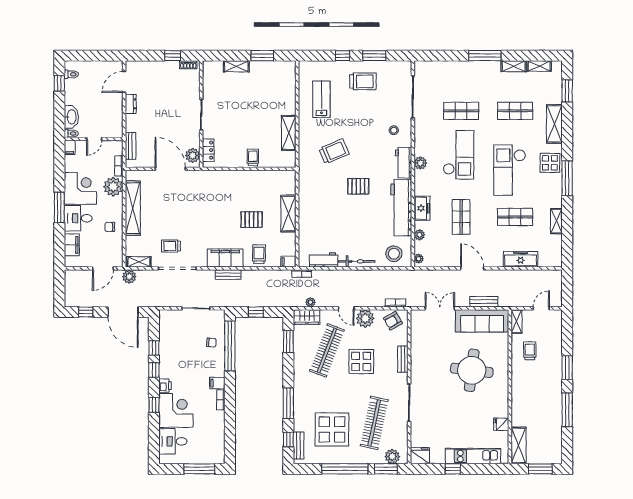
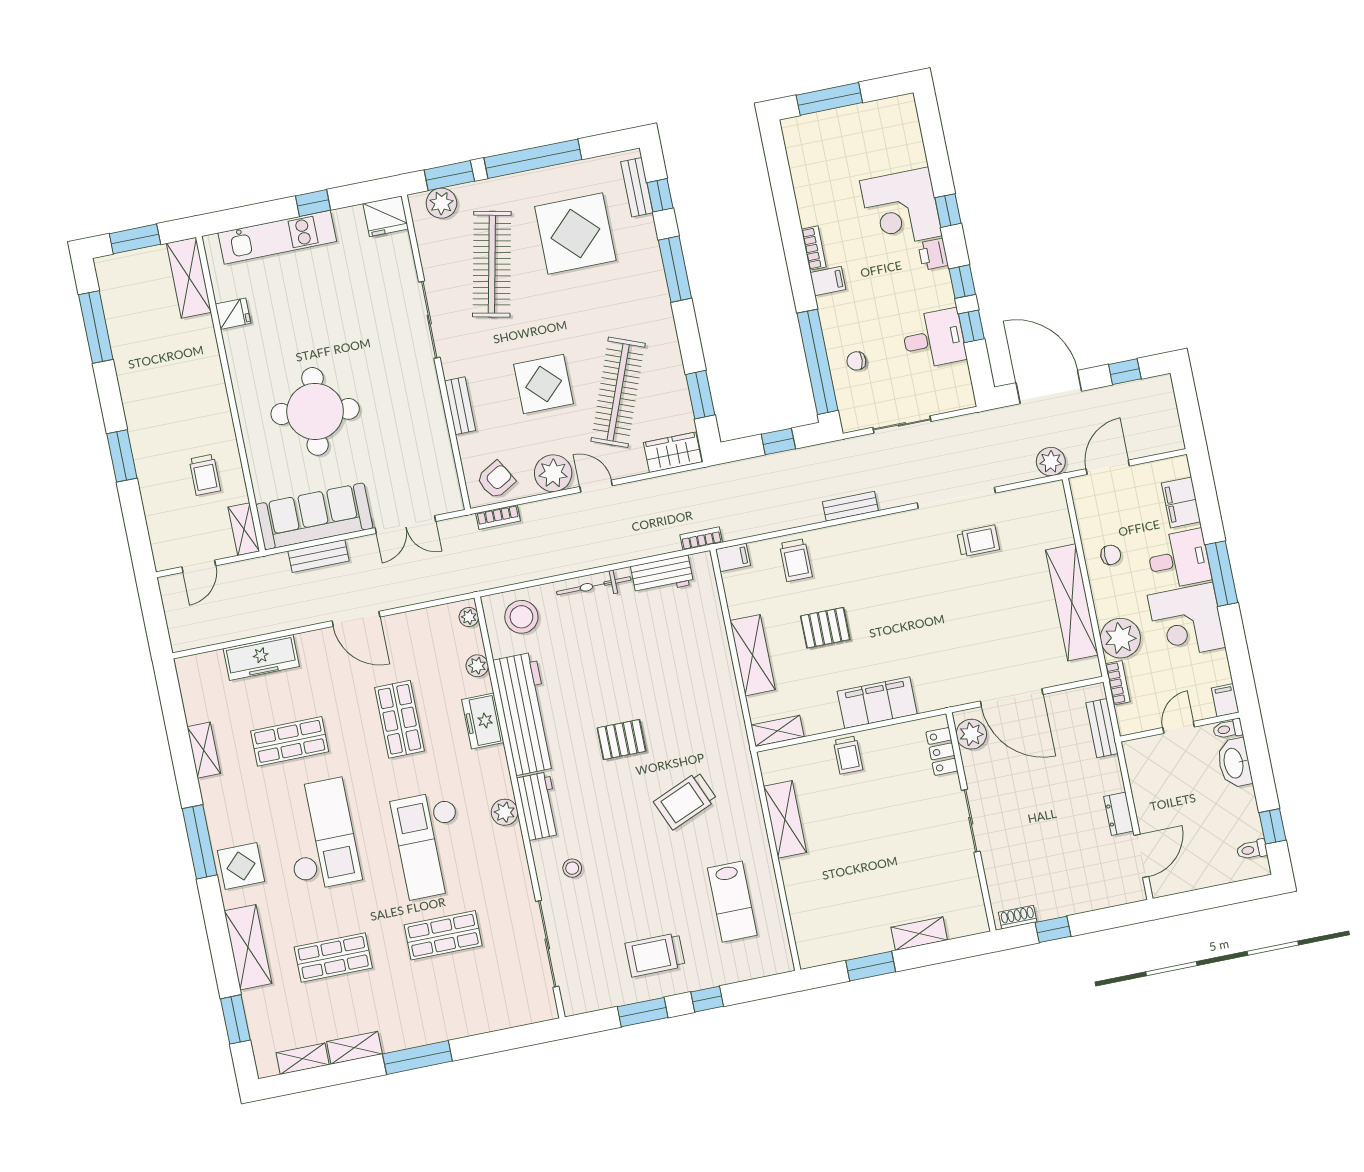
filing cabinet: (225, 258) -> (877, 703), moved, turned 180
shelving: (139, 262) -> (777, 731), moved
plant: (310, 302) -> (671, 484), removed
window: (567, 410) -> (96, 327), moved
desk: (173, 441) -> (934, 339), moved

